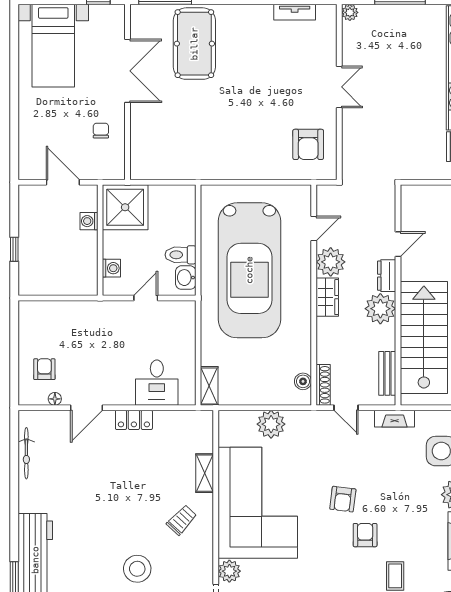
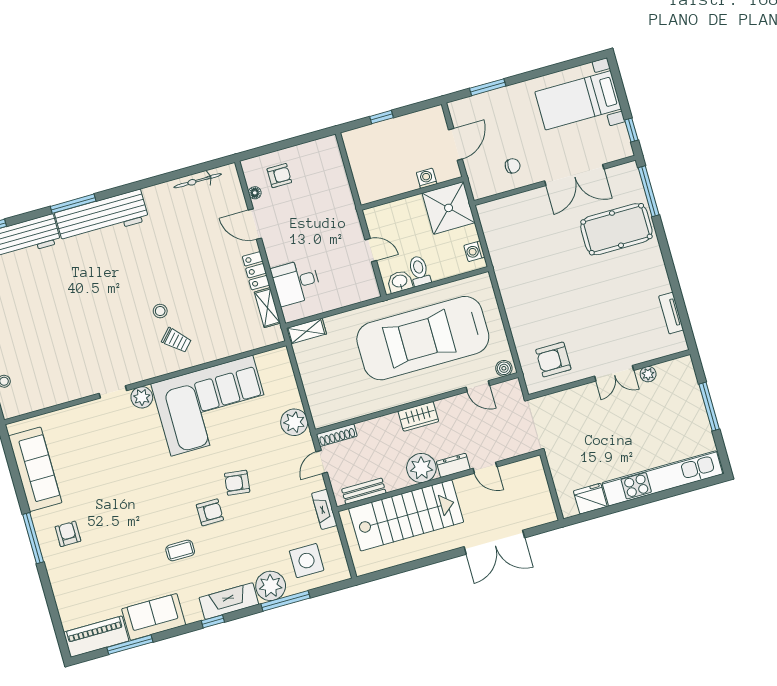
plant: (350, 12) -> (648, 374), moved
window: (14, 133) -> (488, 87), added
plant: (331, 262) -> (451, 410), removed
washing machine: (111, 268) -> (474, 251), moved, turned 90
boiler: (303, 381) -> (504, 368), moved
plant: (271, 424) -> (294, 422), moved
shelving: (205, 473) -> (267, 308), moved, turned 90
stool: (137, 569) -> (160, 311), moved, width x0.53, depth x0.53

